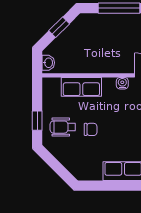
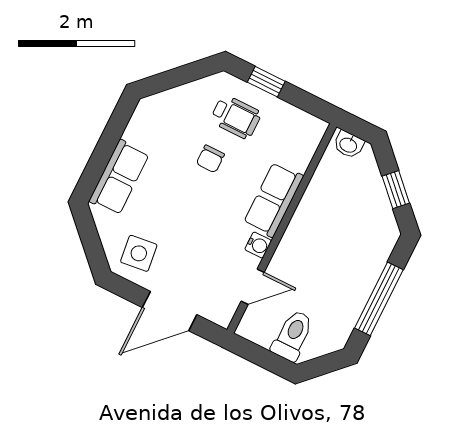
row of seats: (81, 87) -> (273, 200), moved
wheelchair: (63, 127) -> (236, 117), turned 90

